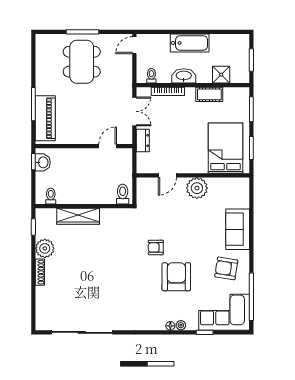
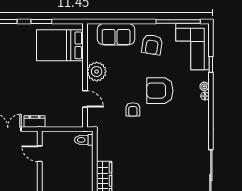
bed: (225, 148) -> (60, 45), moved
door: (167, 175) -> (85, 99), moved
wall: (193, 175) -> (85, 75), moved
plant: (197, 188) -> (97, 72), moved

